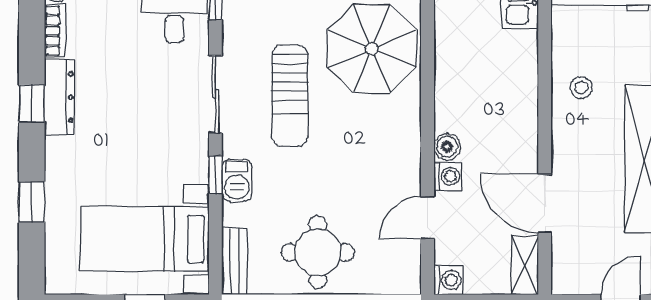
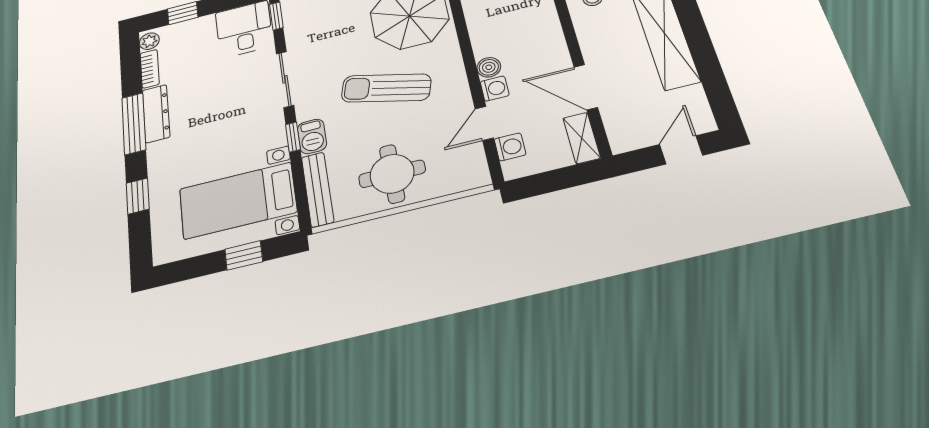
sun lounger: (290, 96) -> (386, 88), moved, turned 105
window: (32, 103) -> (134, 124), width x2.17
bench: (234, 261) -> (318, 189), width x1.36
washing machine: (448, 280) -> (510, 147), moved

